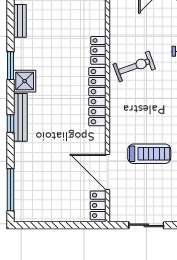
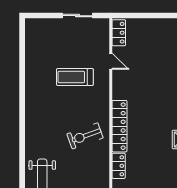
exercise bike: (134, 67) -> (85, 136), moved
door: (107, 172) -> (111, 61), width x0.53

